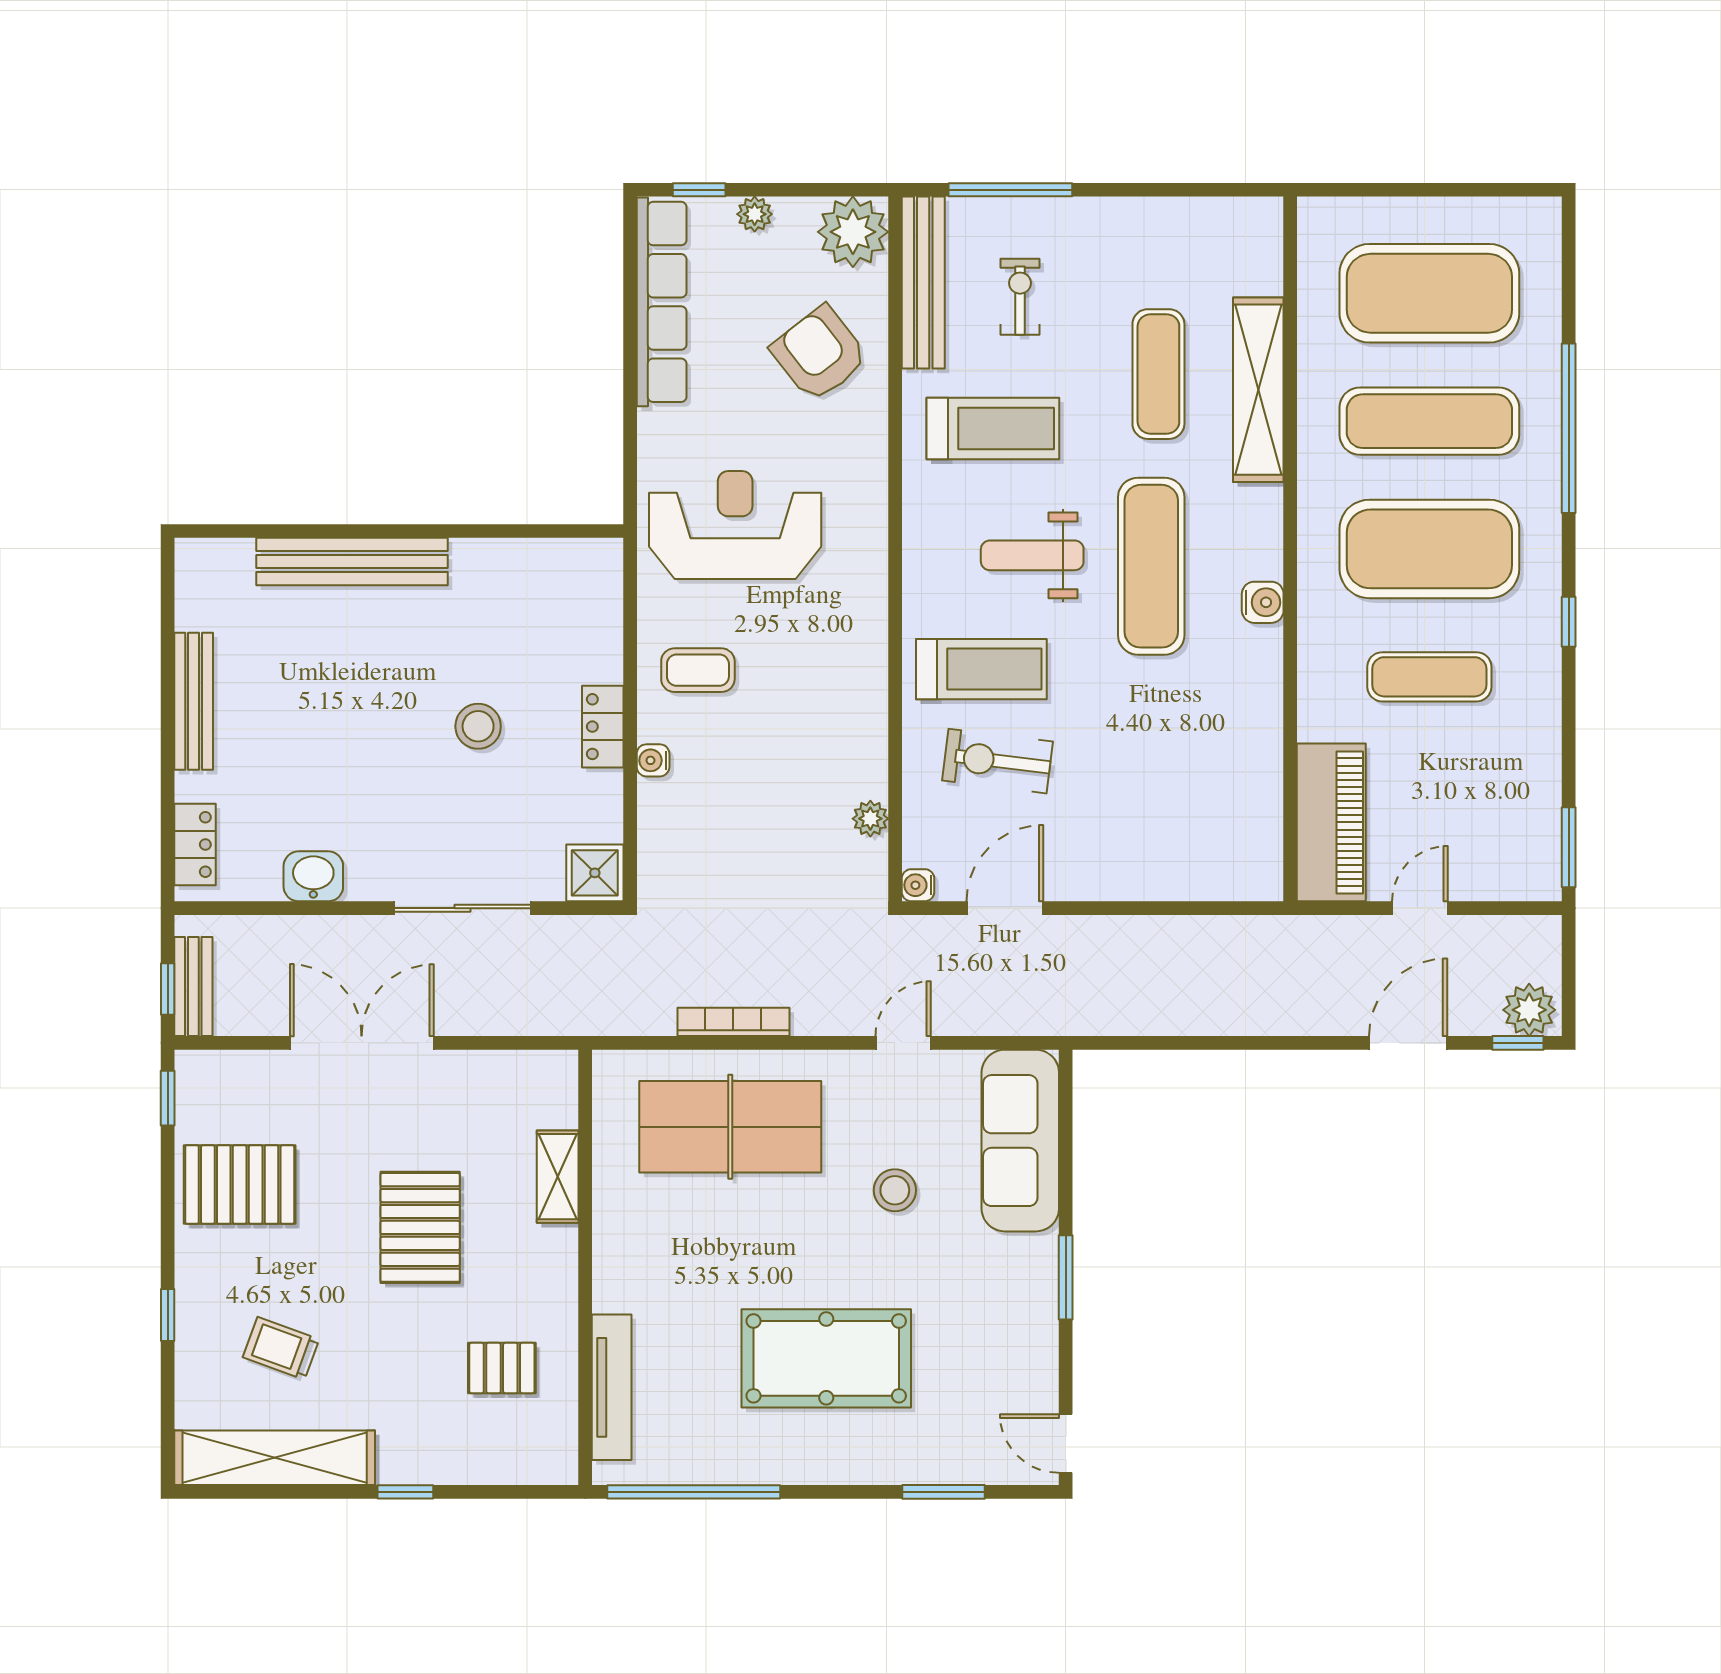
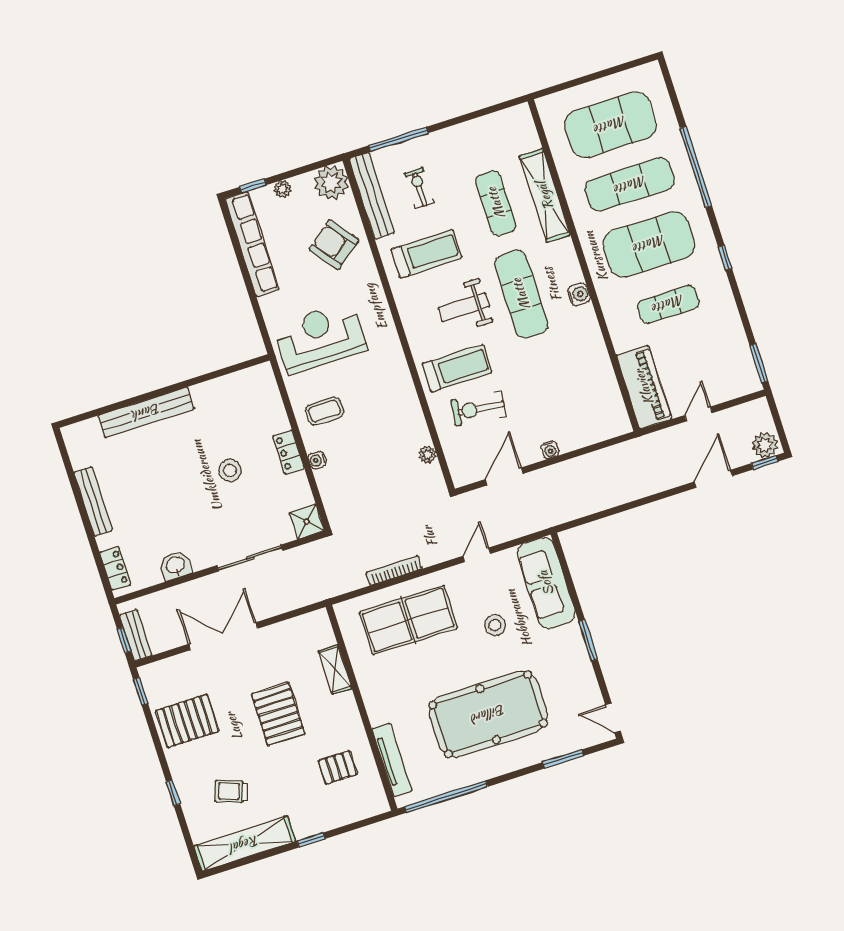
water cooler: (918, 885) -> (550, 450), moved, turned -90
pool table: (826, 1358) -> (488, 714), width x1.36, depth x1.32

